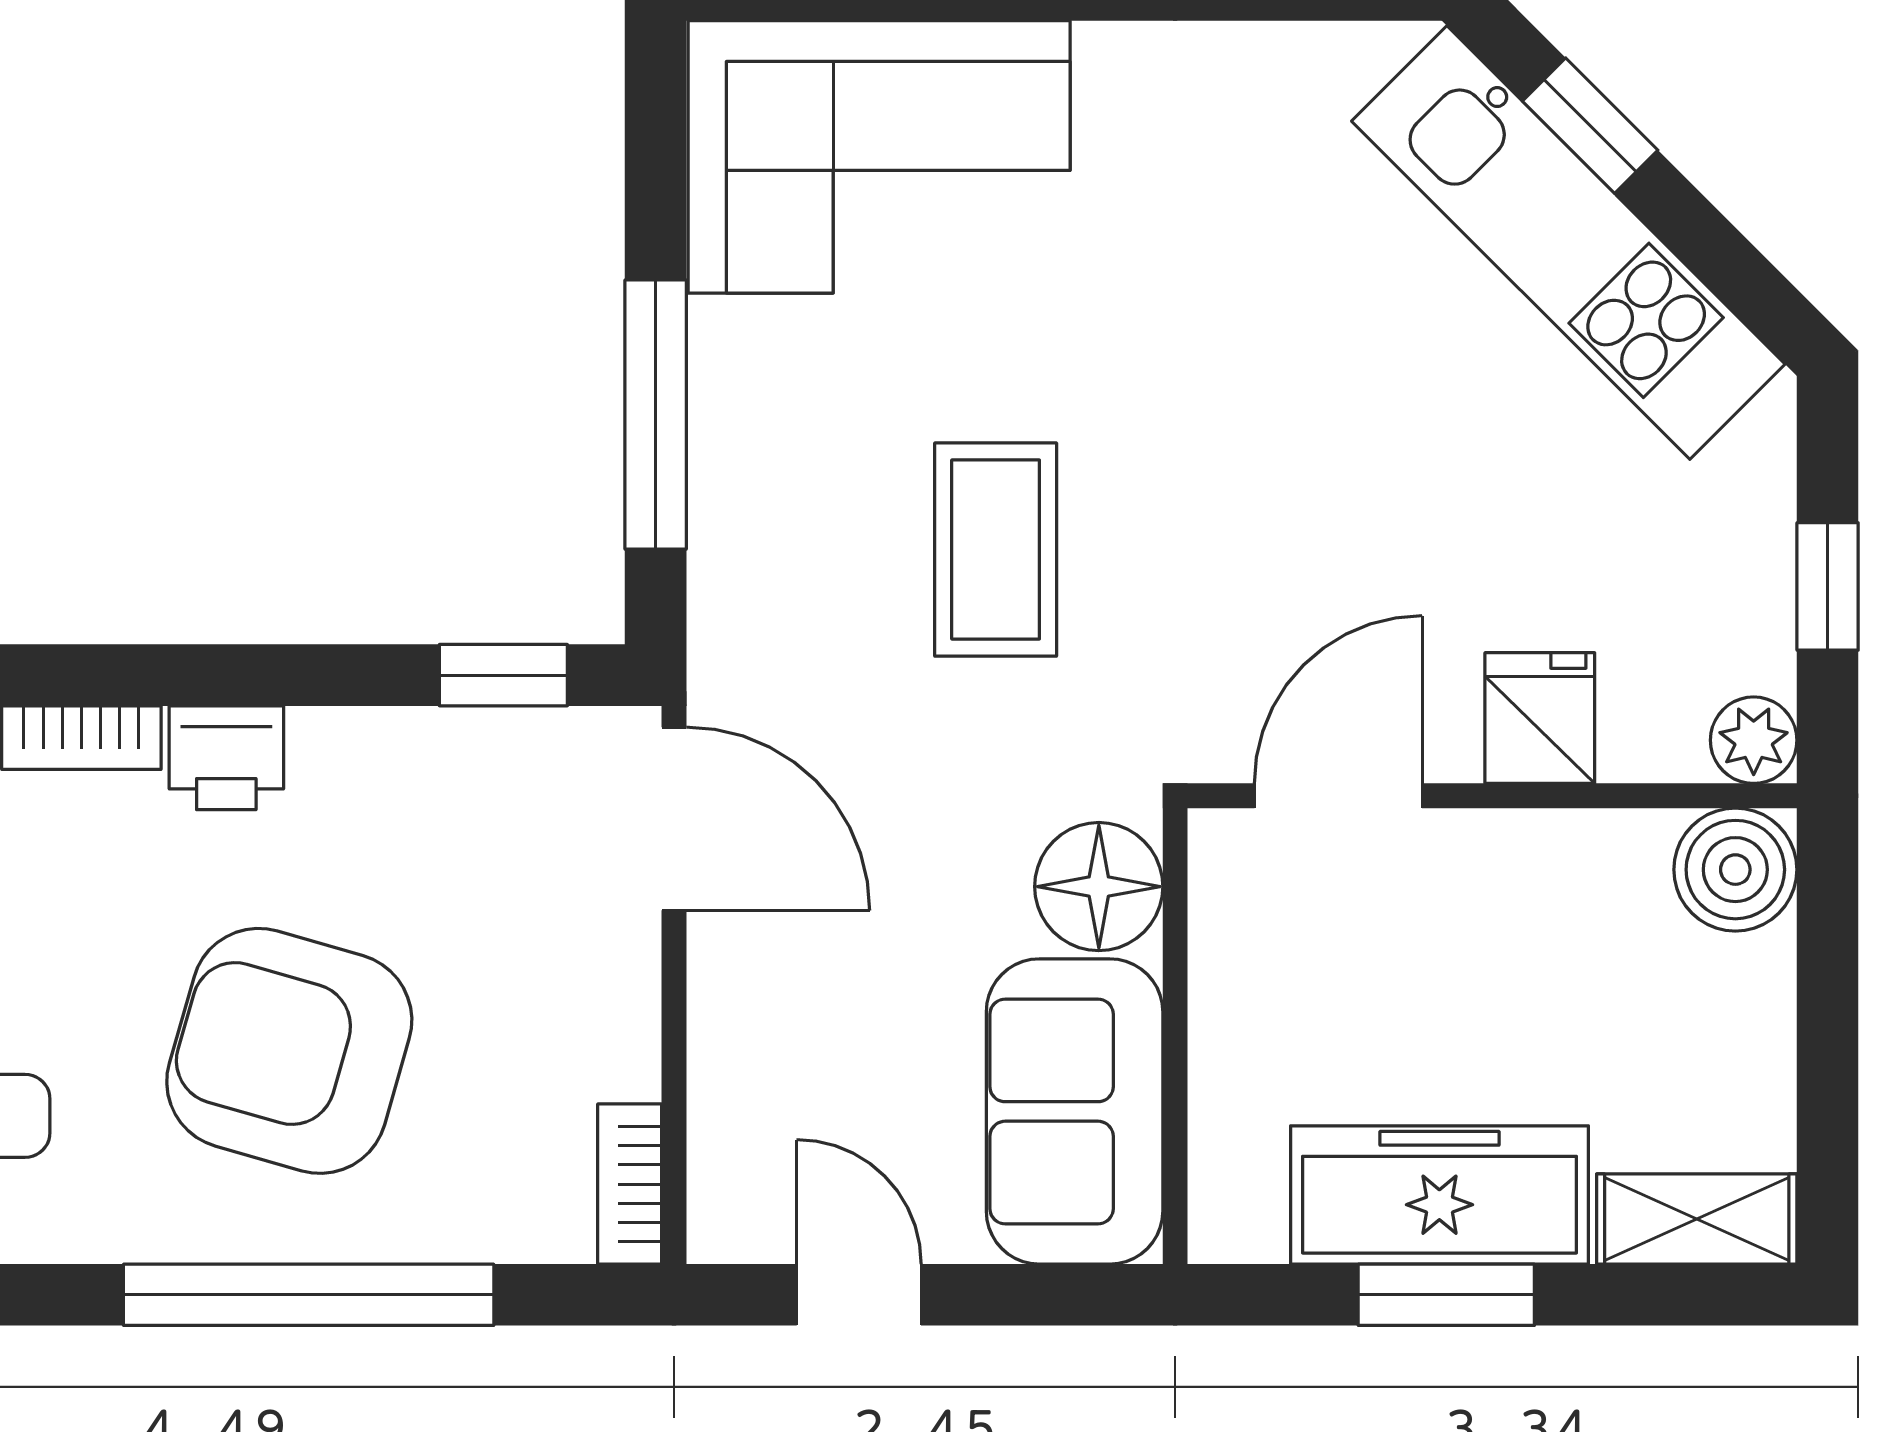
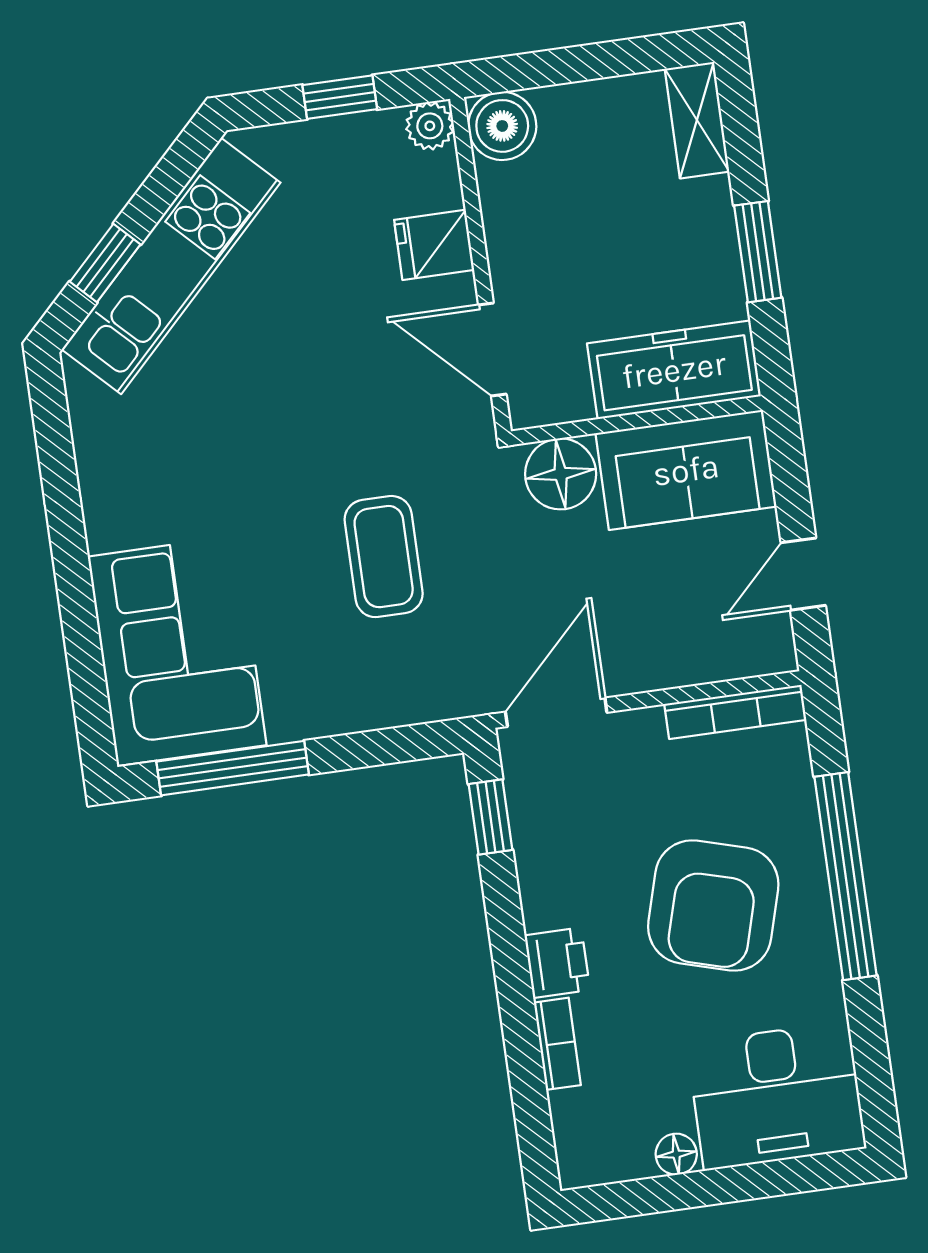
window: (656, 415) -> (233, 768), moved
coffee table: (996, 550) -> (384, 557), turned 90
bookcase: (630, 1184) -> (735, 712), width x1.56
freezer: (1439, 1195) -> (674, 370), moved, turned 90

